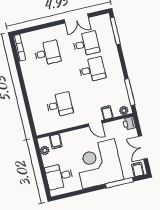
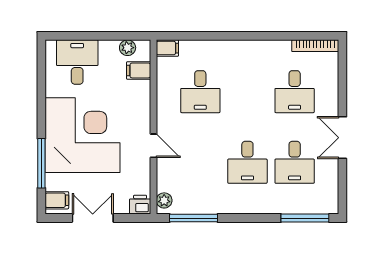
double door: (76, 18) -> (342, 138), moved
filing cabinet: (107, 113) -> (167, 48), moved
door: (95, 123) -> (154, 146), swing flipped

